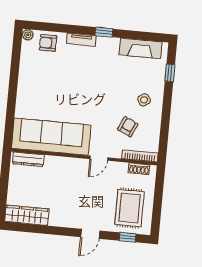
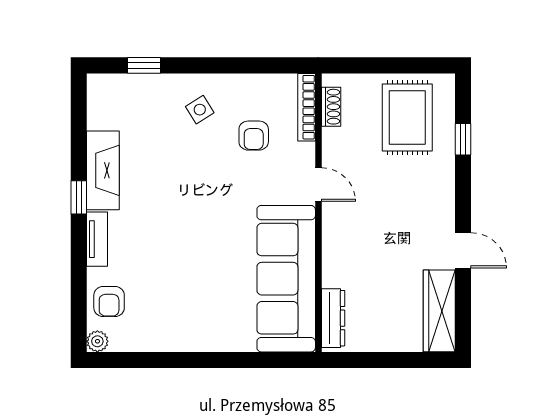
fireplace: (141, 48) -> (103, 170), moved
armchair: (128, 127) -> (254, 136), turned -115
rug: (130, 208) -> (407, 118), turned 90
door: (90, 234) -> (463, 250), moved
window: (127, 237) -> (463, 139), moved

